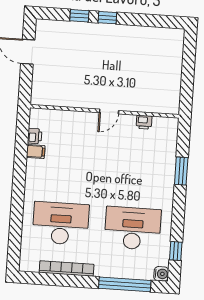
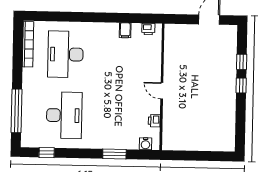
printer: (35, 136) -> (148, 29), moved
desk: (61, 223) -> (65, 54), turned 180
bookcase: (67, 268) -> (28, 44), moved
water cooler: (161, 274) -> (145, 144), moved

